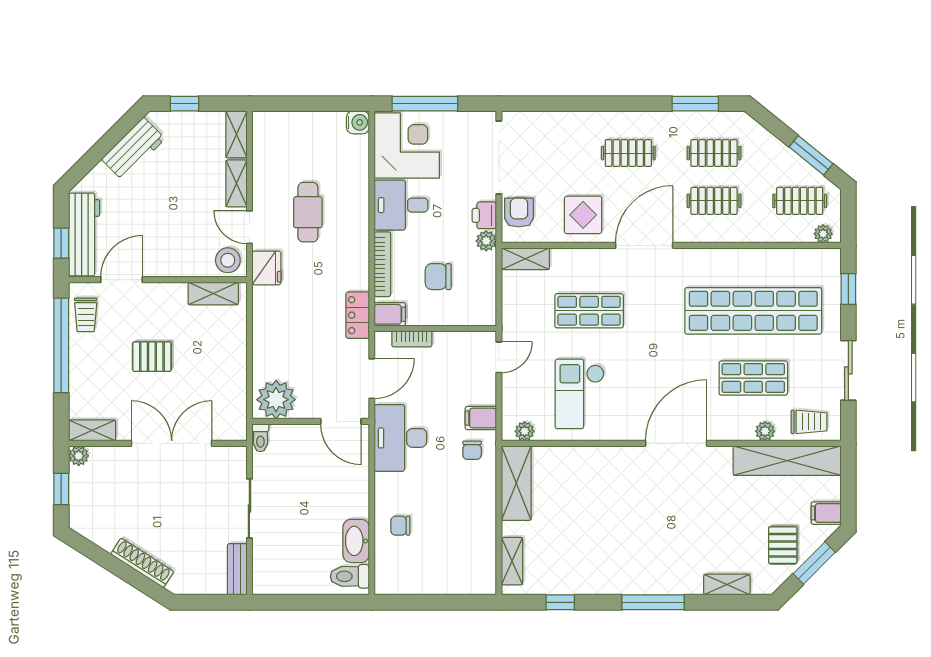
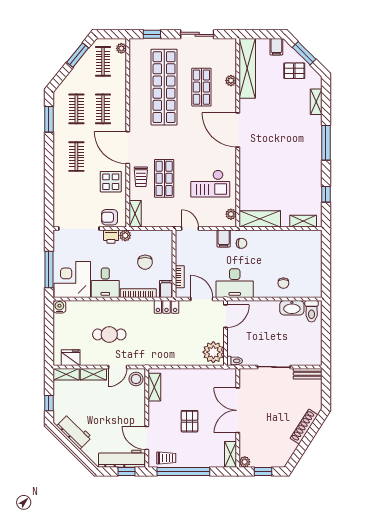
fridge: (266, 268) -> (71, 358), moved
trolley: (809, 422) -> (141, 177), moved, turned 180

